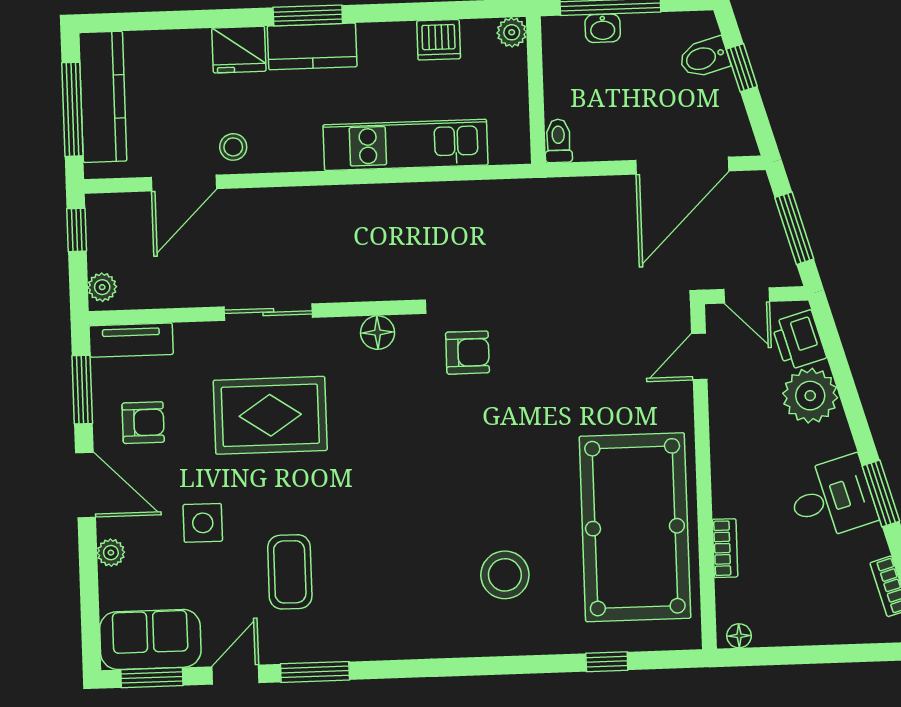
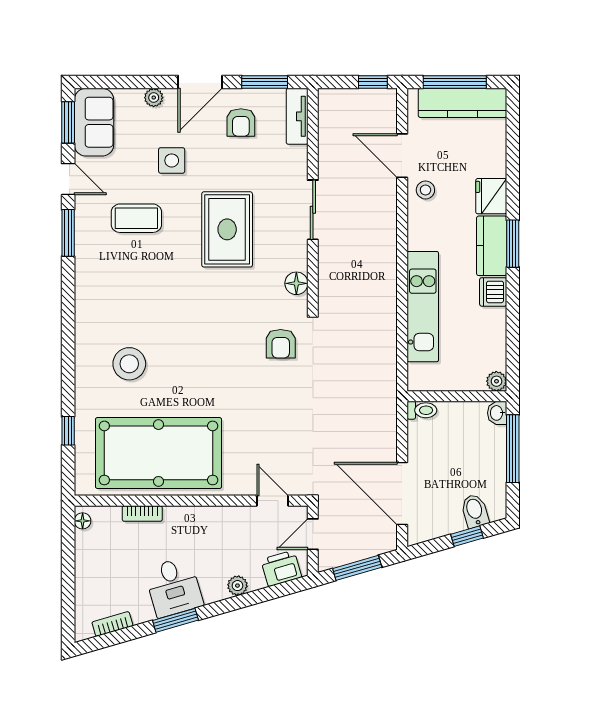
washbasin: (603, 28) -> (497, 413), moved
dishwasher: (439, 40) -> (493, 292), moved
plant: (102, 287) -> (334, 98), removed
plant: (810, 396) -> (237, 586), width x0.53, depth x0.53
rug: (270, 415) -> (227, 229), moved

